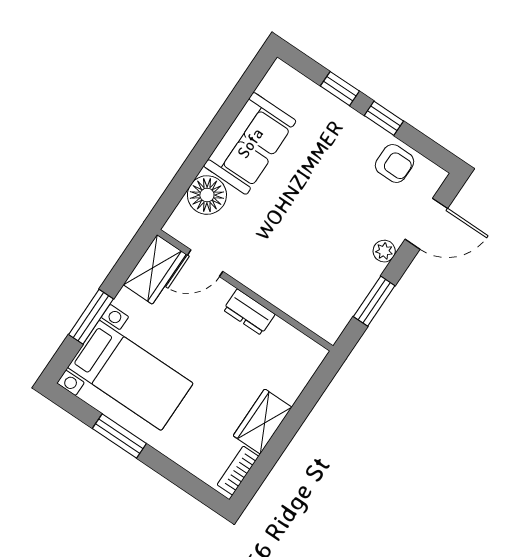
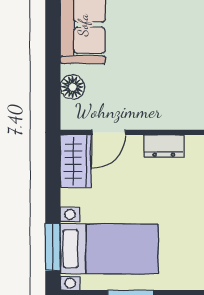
floor lamp: (207, 195) -> (73, 87), width x0.73, depth x0.73
window: (91, 317) -> (53, 247), moved

